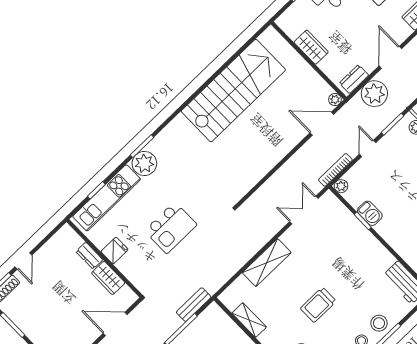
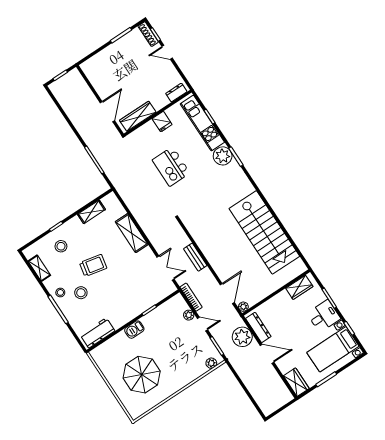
wardrobe: (311, 47) -> (299, 287), moved
dresser: (354, 79) -> (258, 327), width x1.44
plant: (341, 186) -> (189, 315), moved
barbecue: (370, 213) -> (134, 330), moved
dresser: (89, 256) -> (176, 93), moved
wardrobe: (108, 278) -> (138, 116), width x1.50
bench: (194, 305) -> (195, 257), moved
trolley: (318, 305) -> (93, 265), turned 102
stool: (379, 323) -> (81, 293), moved

